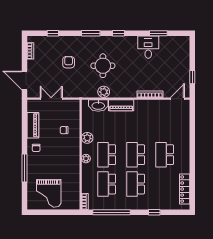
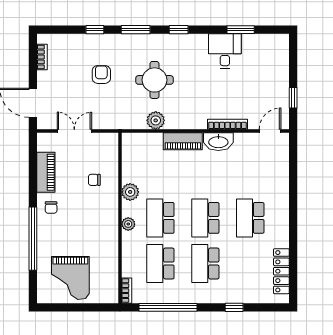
window: (53, 33) -> (95, 30), moved
washbasin: (98, 105) -> (218, 142), moved
window: (25, 168) -> (33, 239), width x1.46

